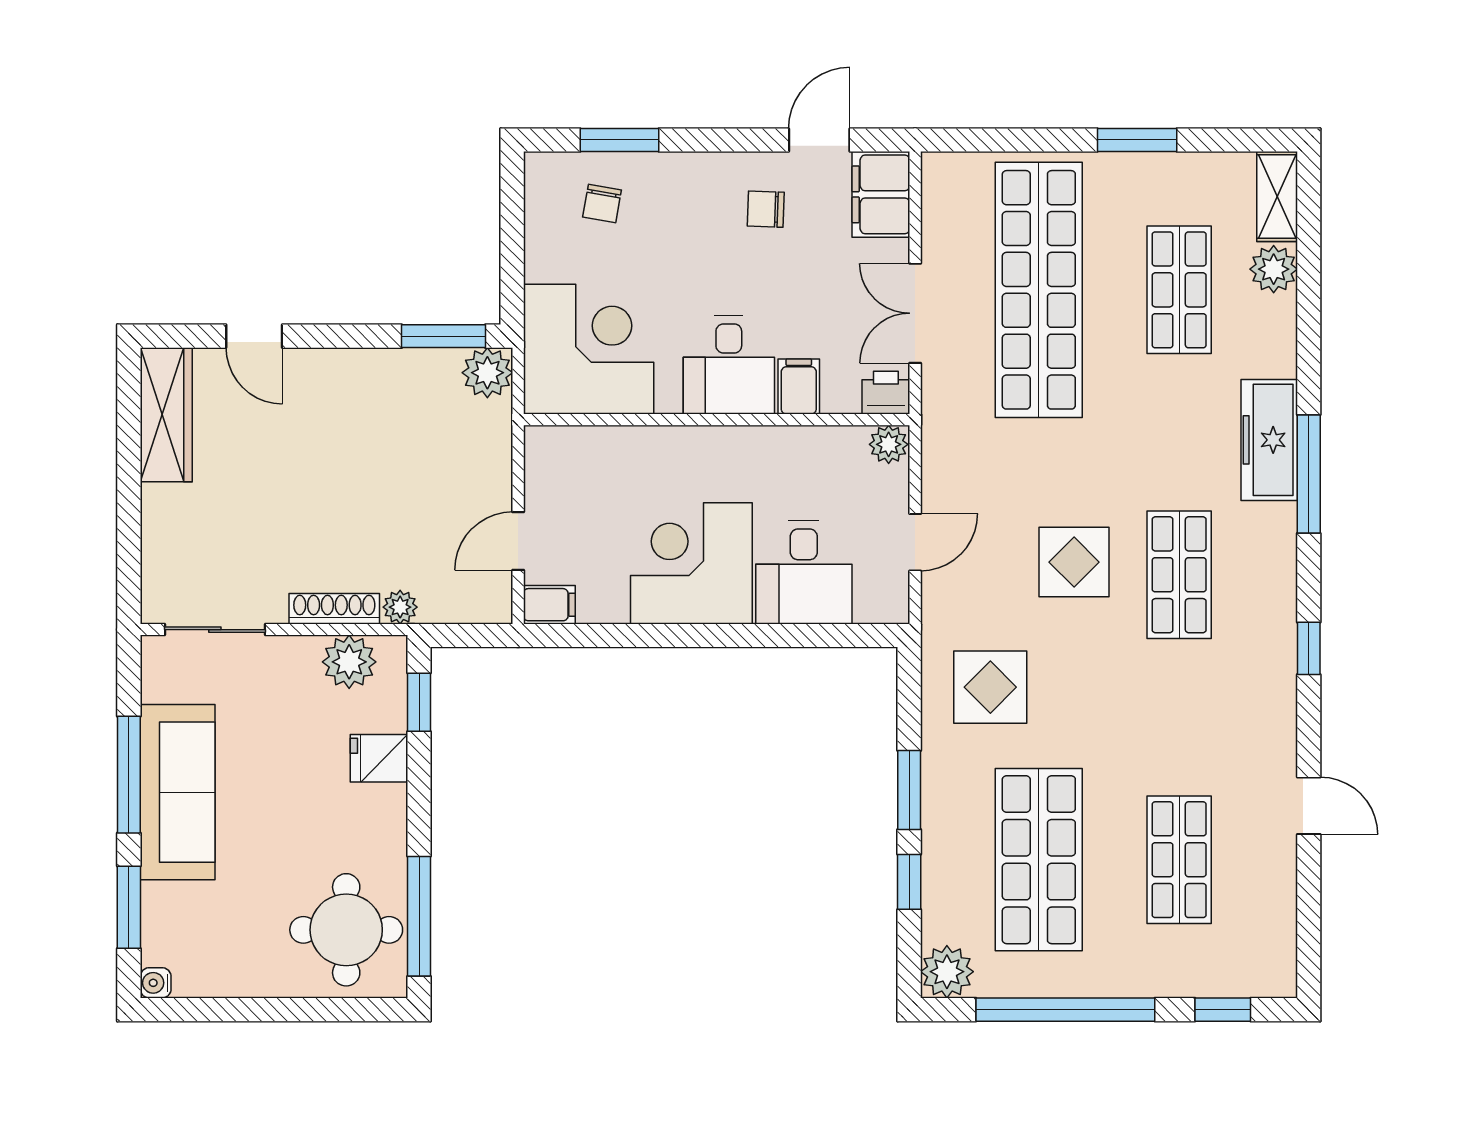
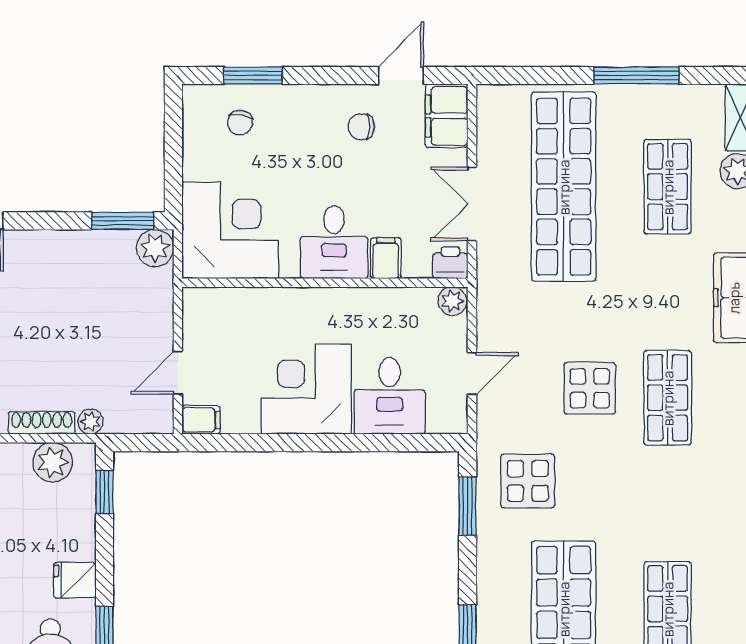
window: (1137, 140) -> (637, 76), width x1.44
fridge: (379, 758) -> (75, 580), moved
window: (909, 790) -> (468, 506), moved

